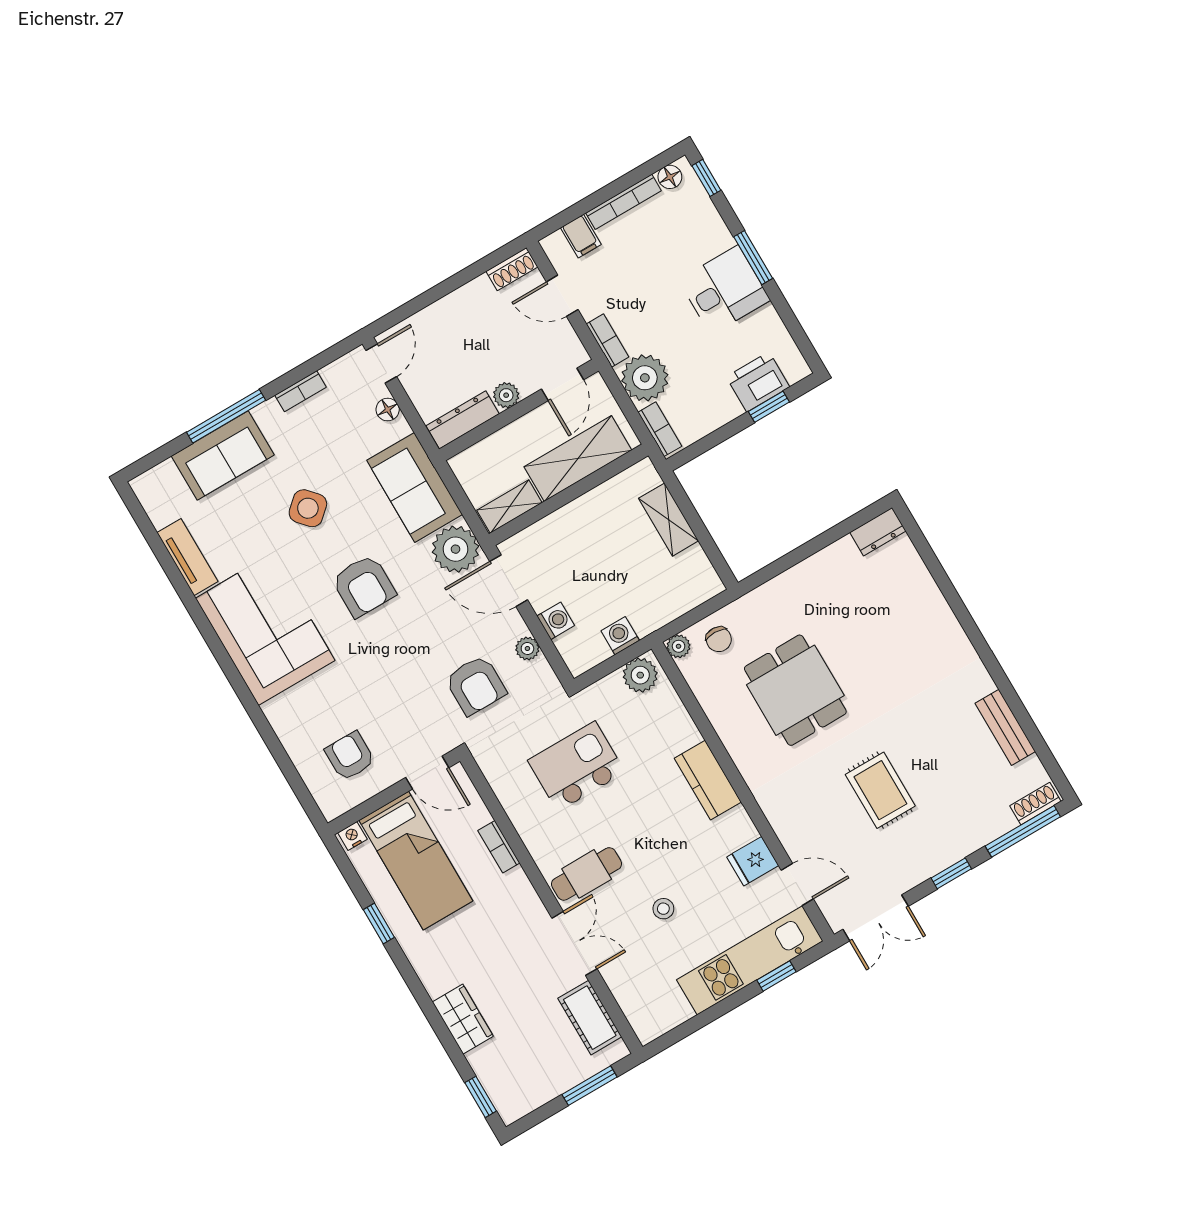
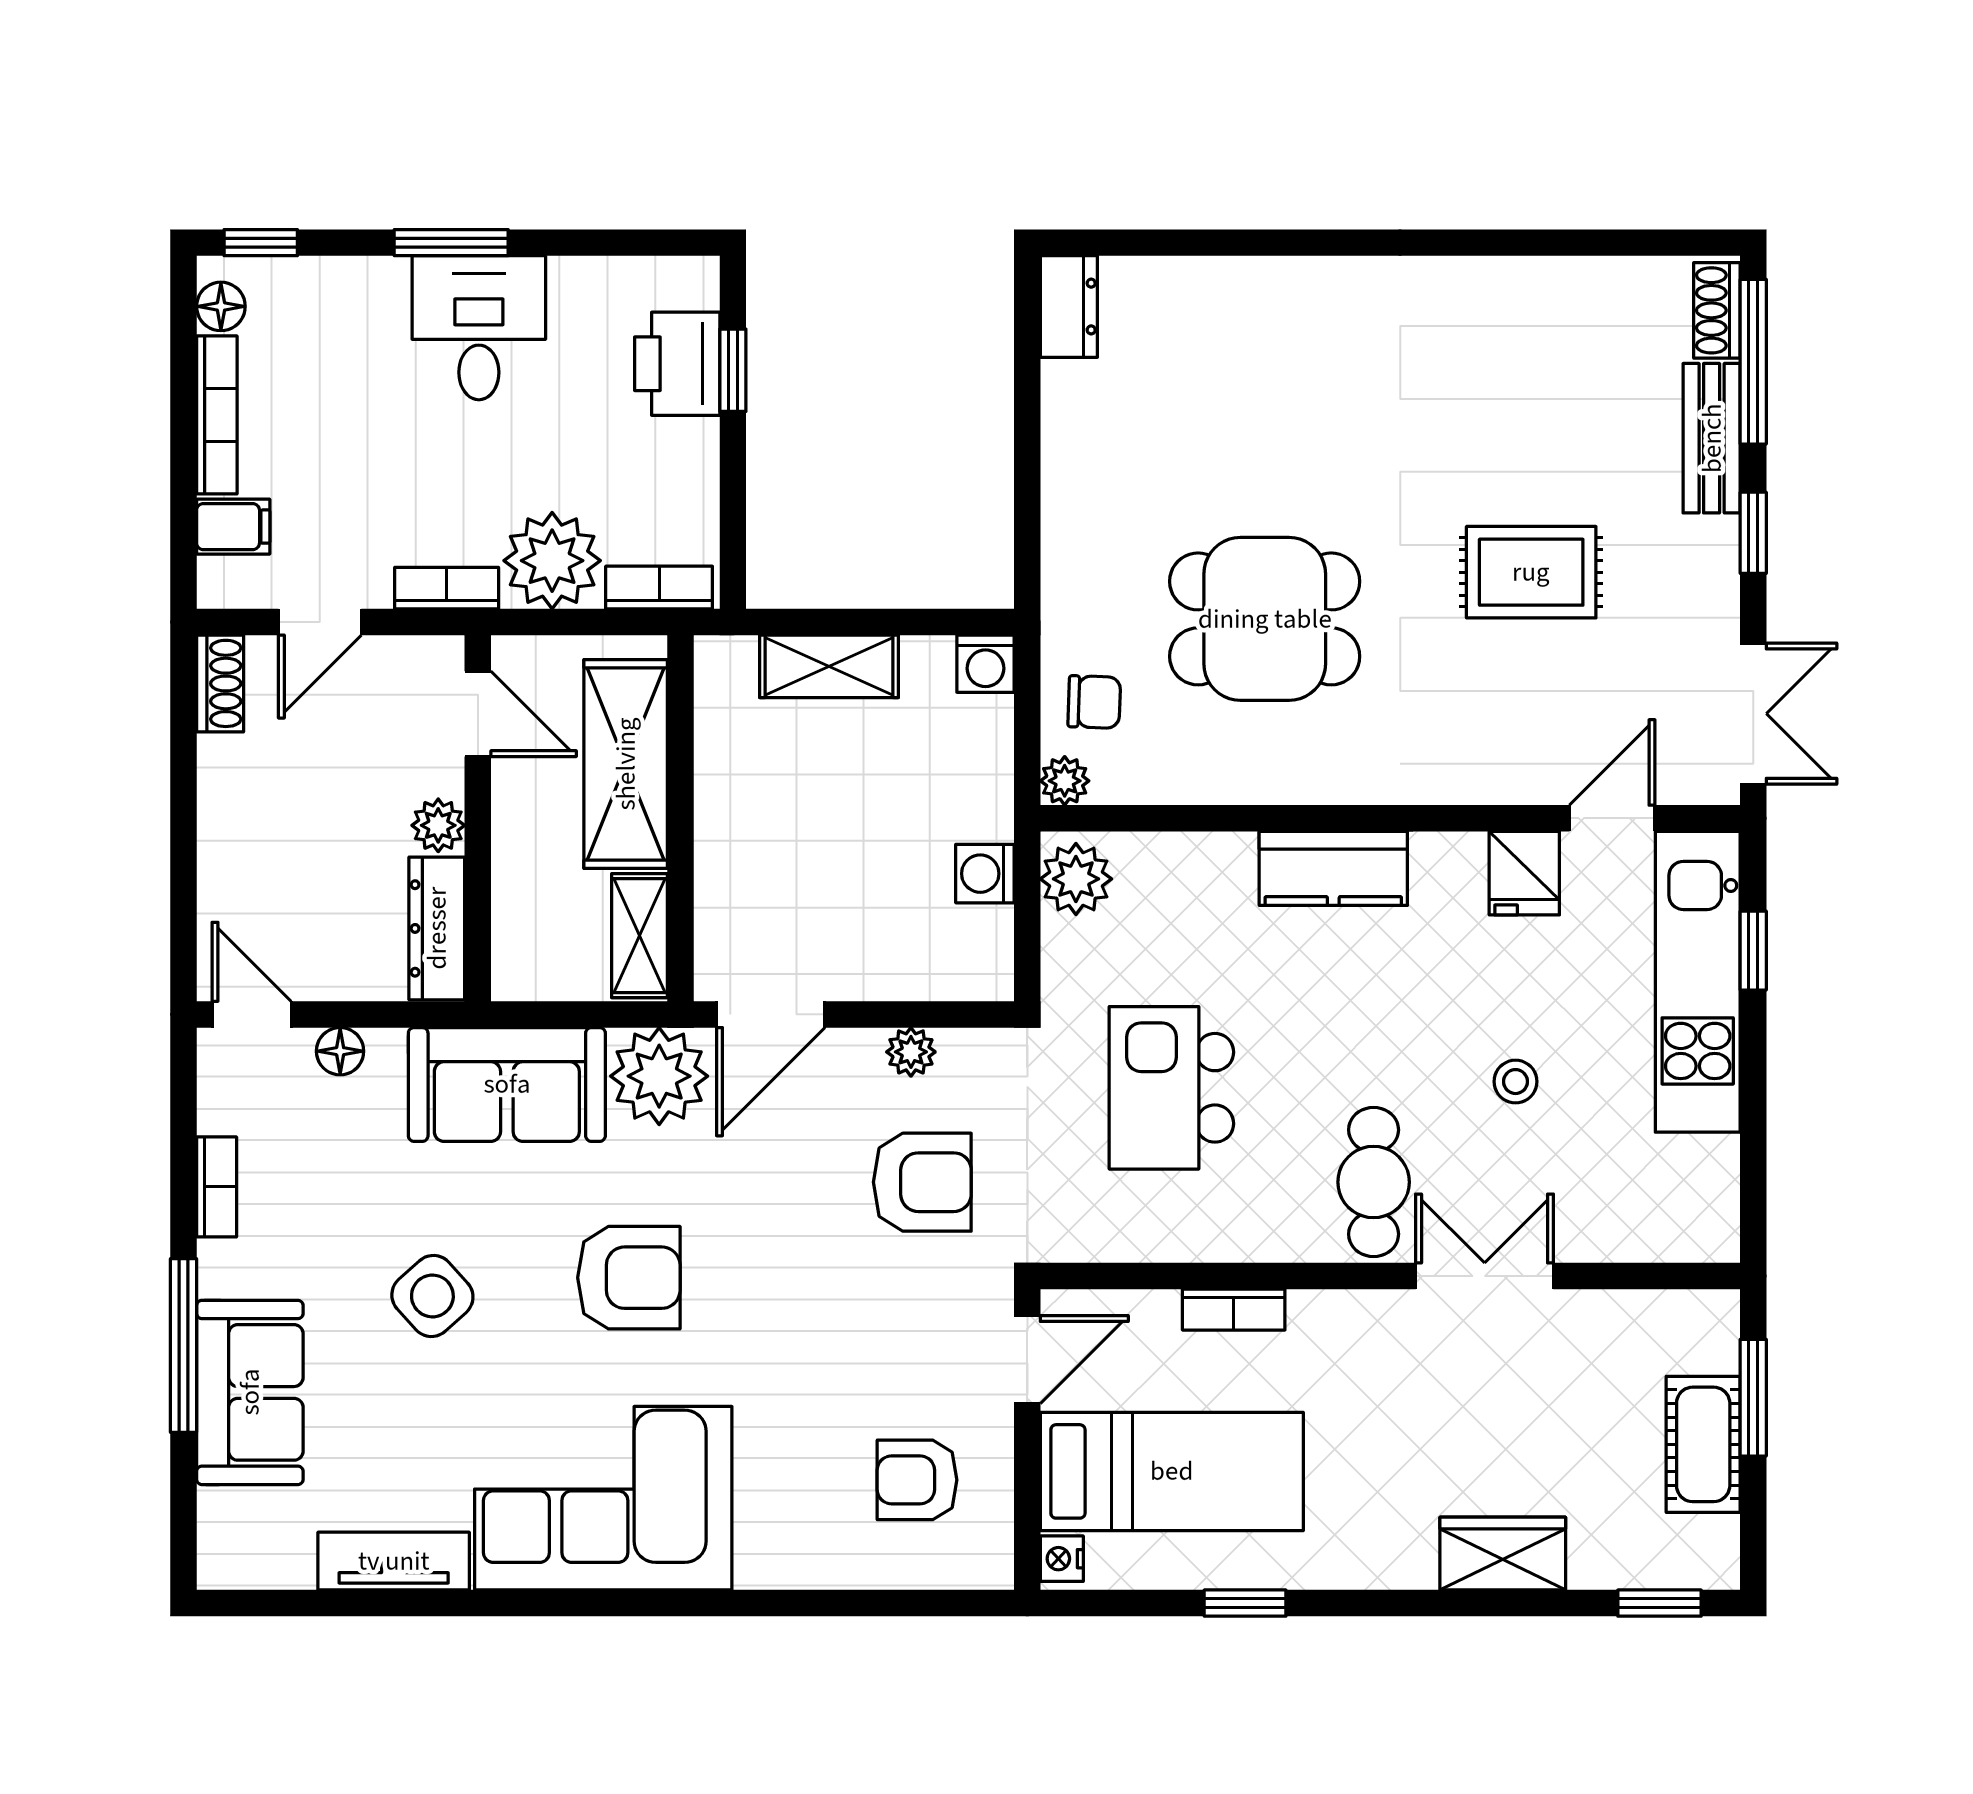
washing machine: (556, 621) -> (985, 664), moved, turned 180
bench: (1005, 727) -> (1712, 438), moved, turned 90
cot: (590, 1018) -> (1703, 1444), moved, turned 90

